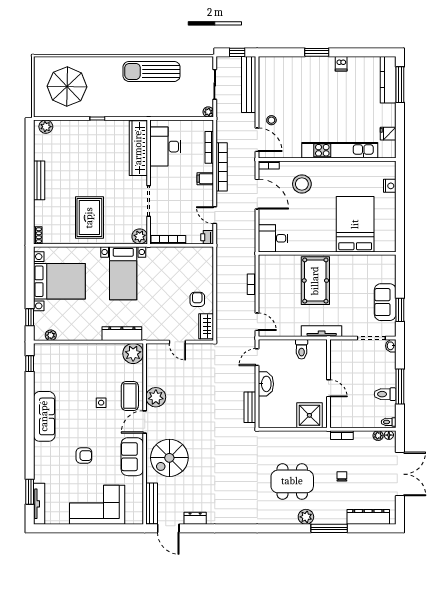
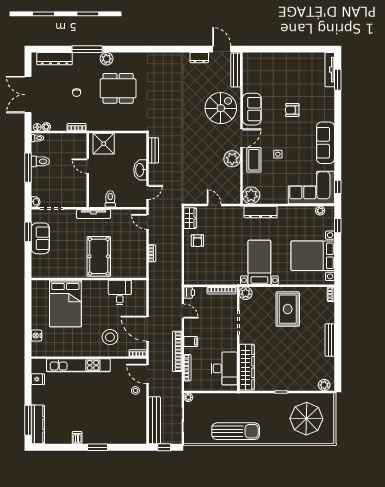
desk: (273, 238) -> (120, 293), moved, turned -90
corner sofa: (97, 505) -> (311, 187), moved, turned 180

